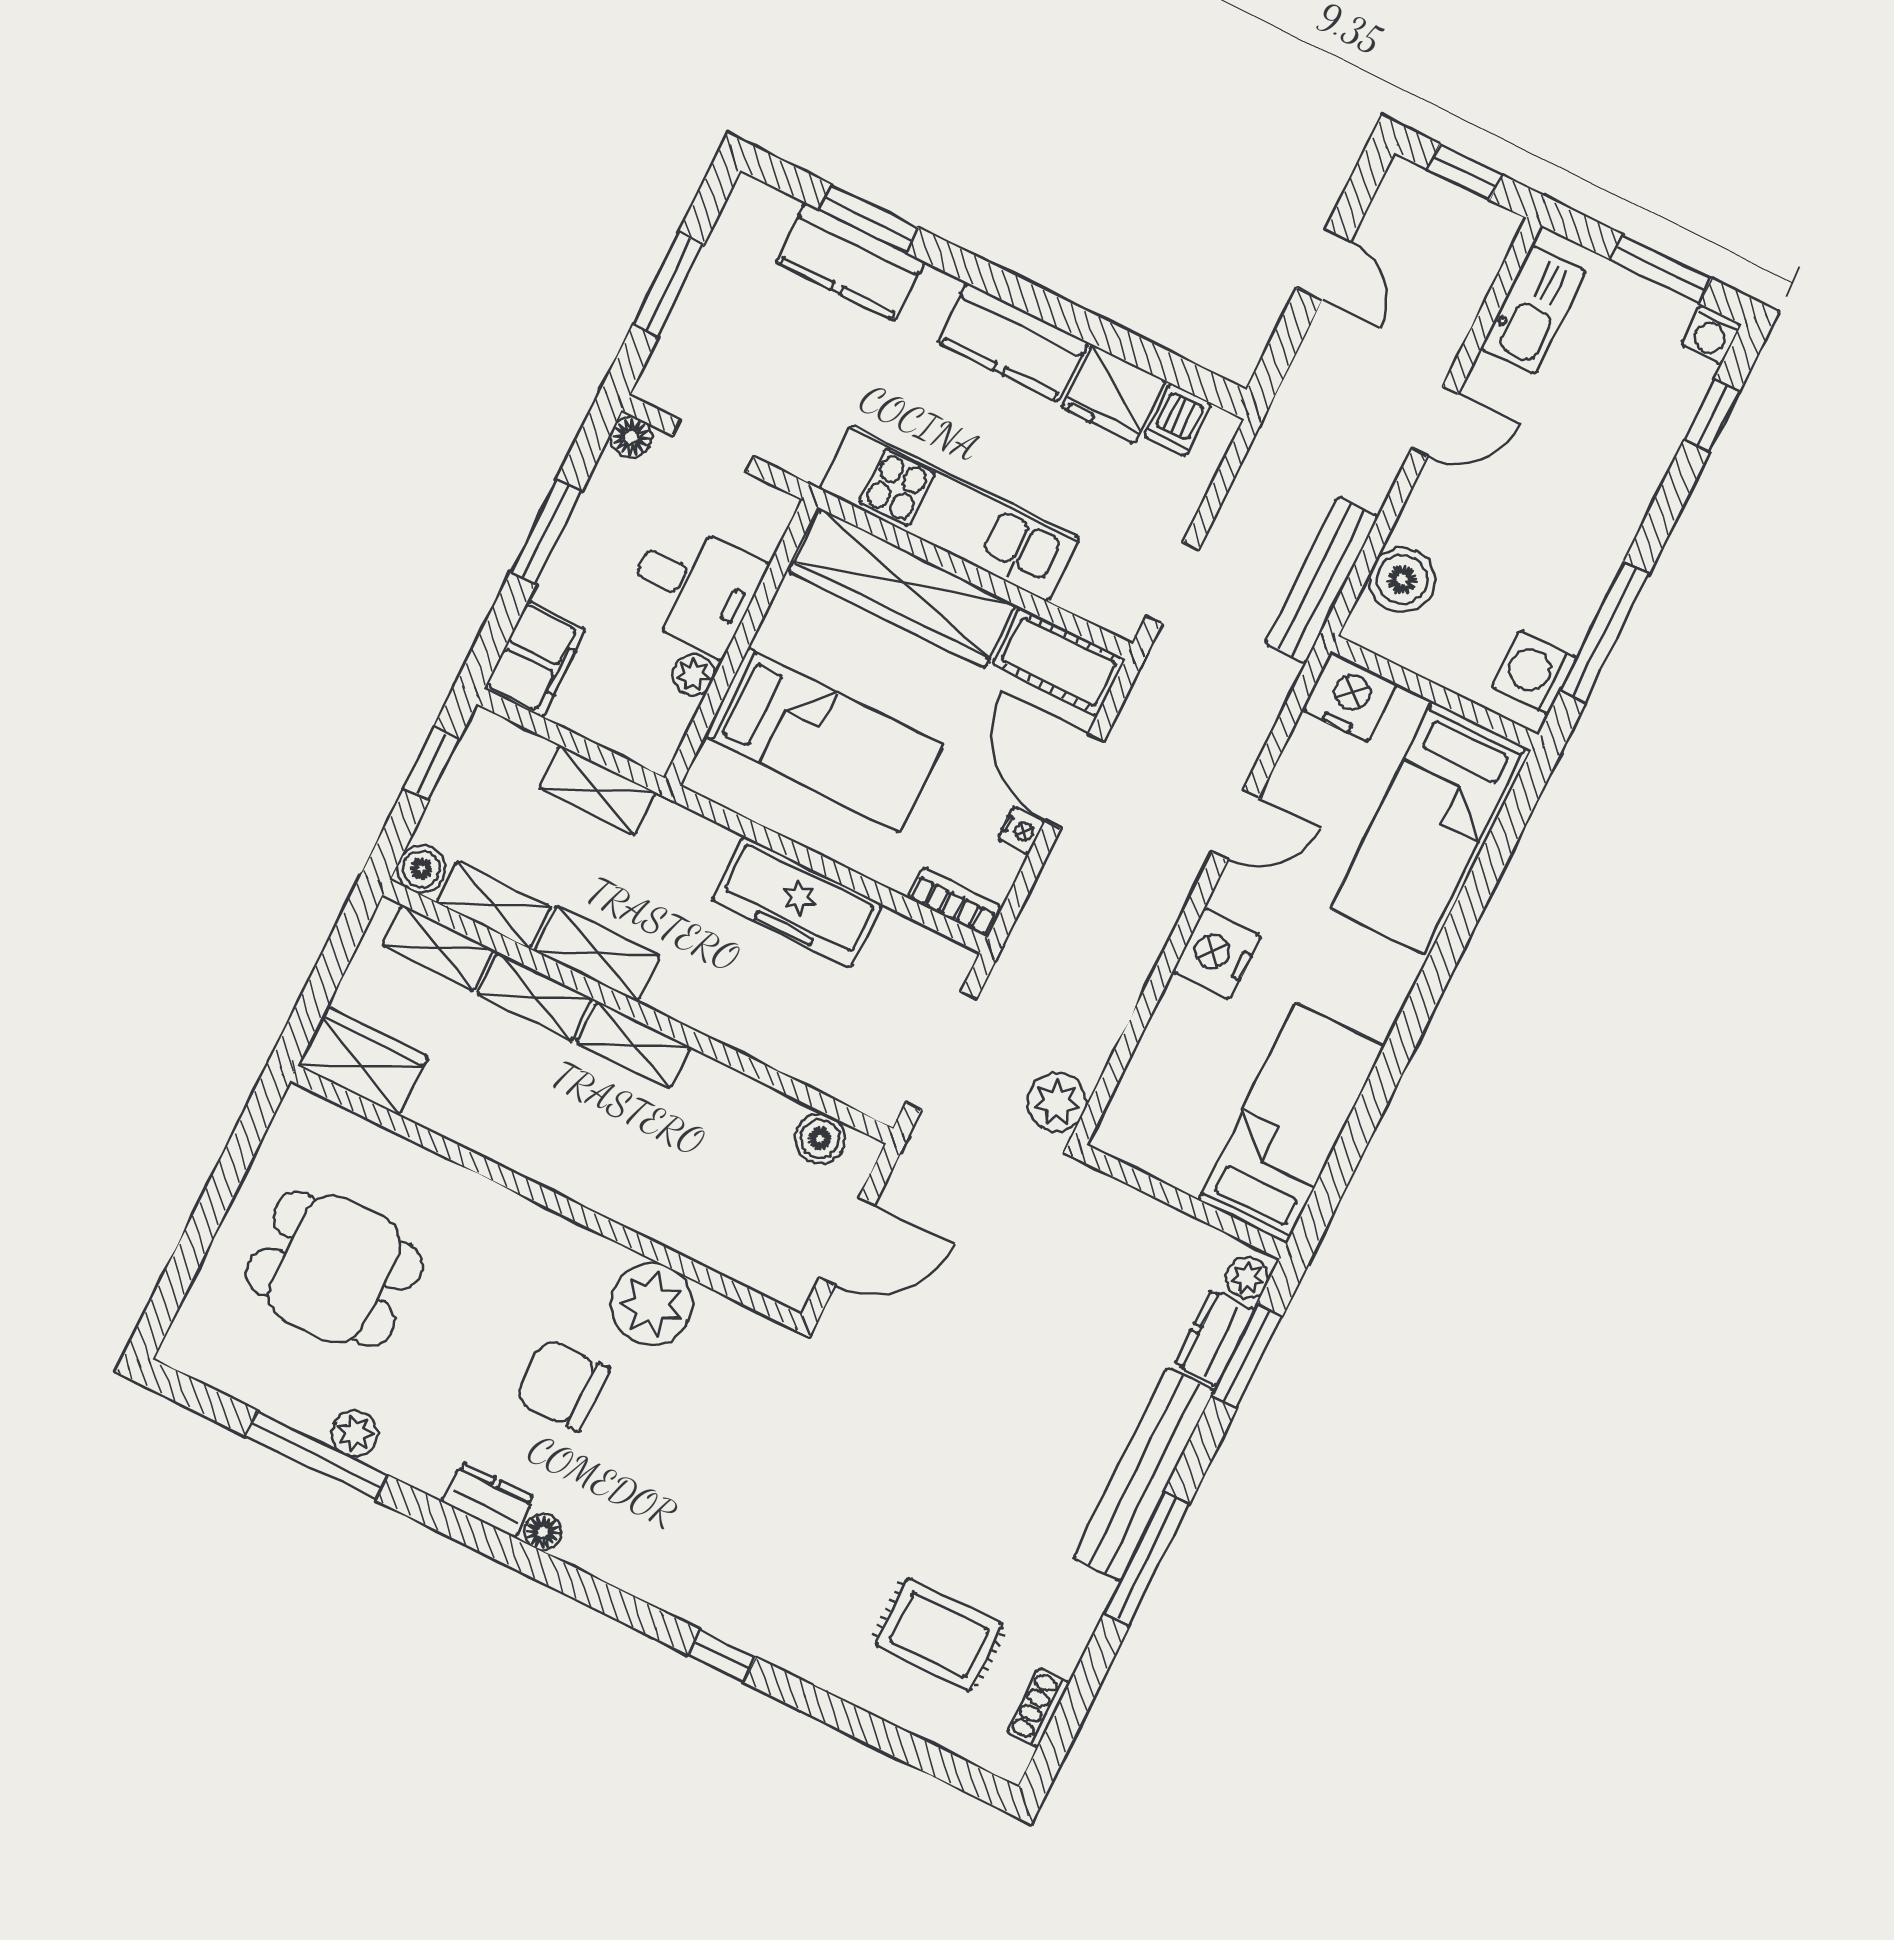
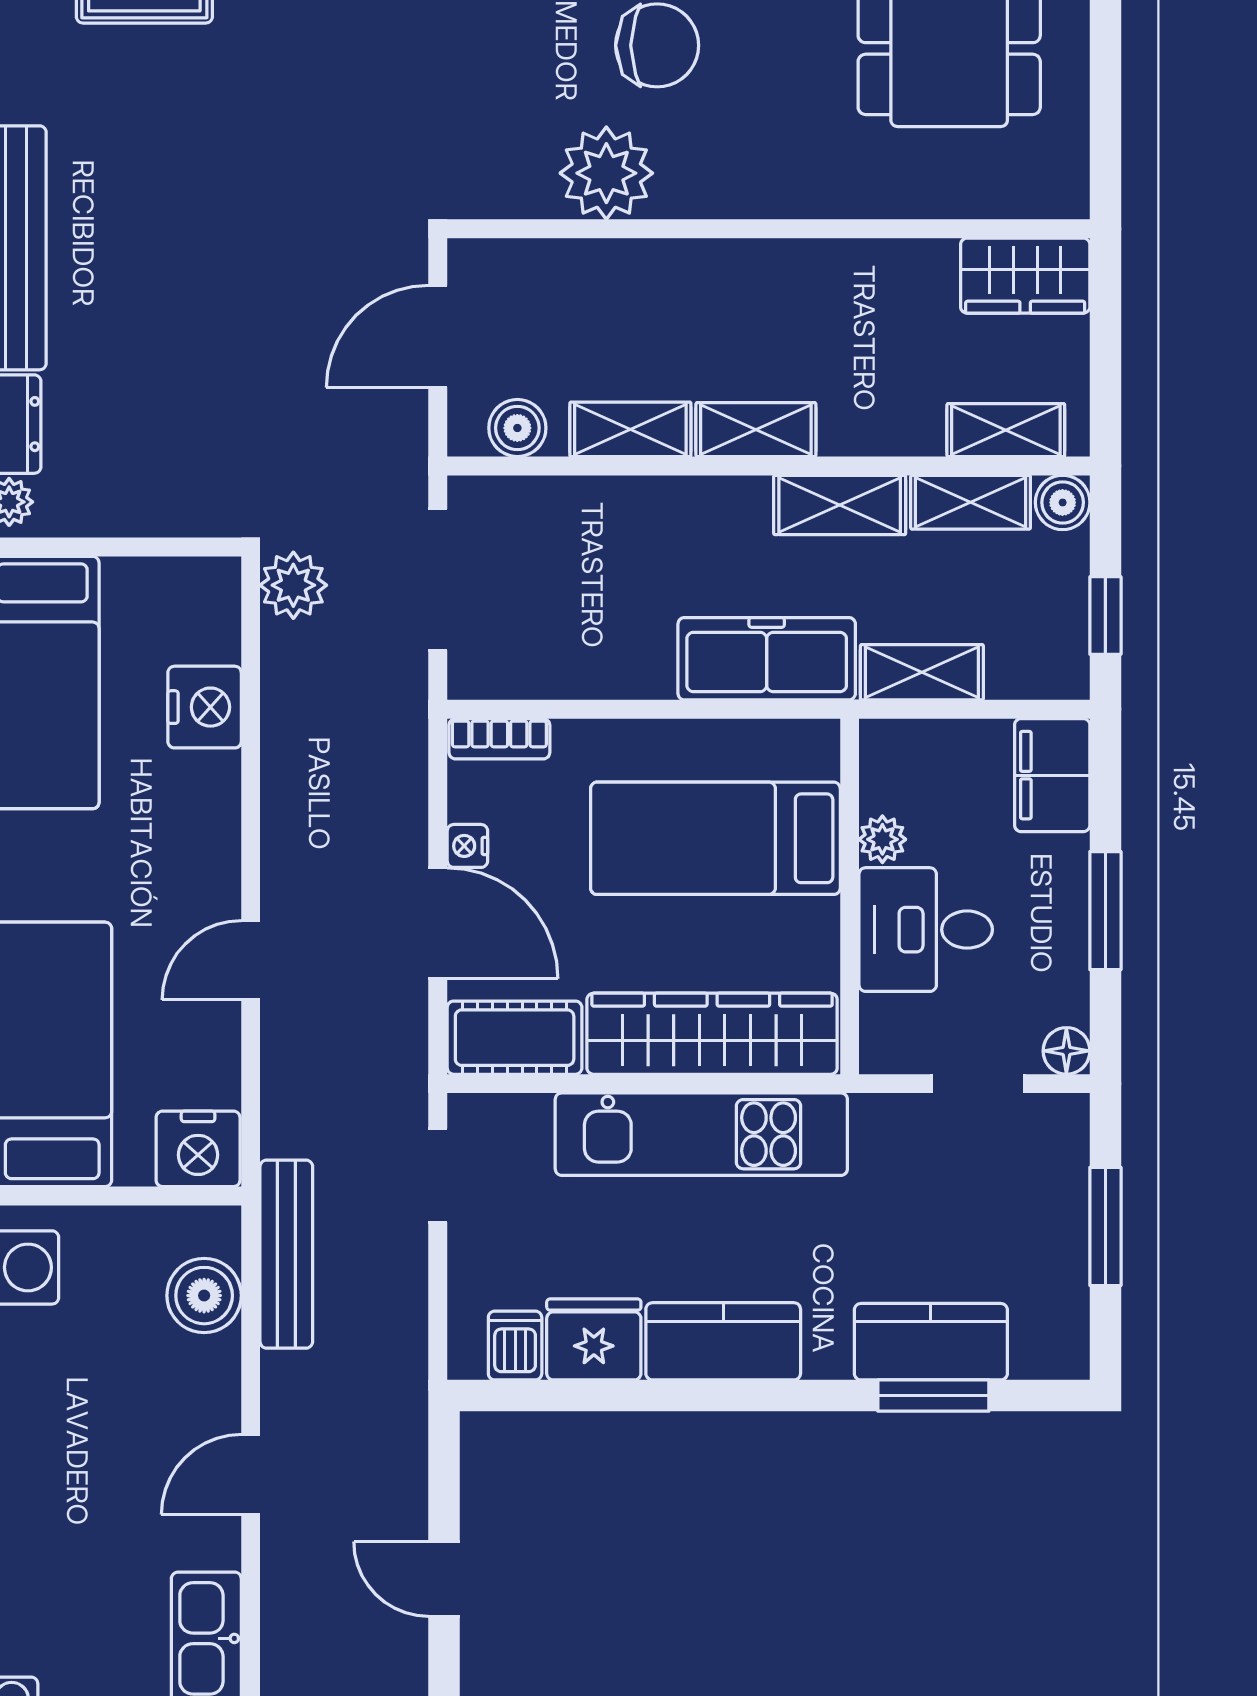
freezer: (797, 902) -> (767, 659), moved
nightstand: (1217, 954) -> (205, 707), moved
shelving: (535, 997) -> (630, 429), moved

